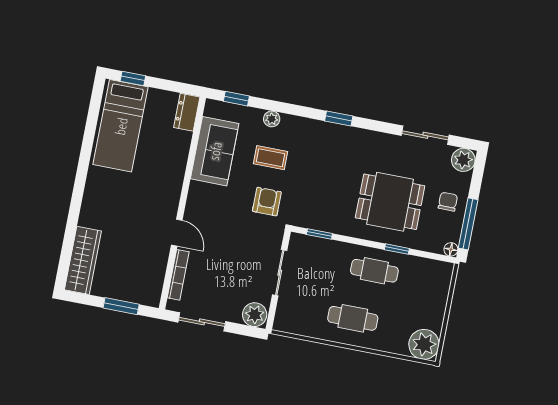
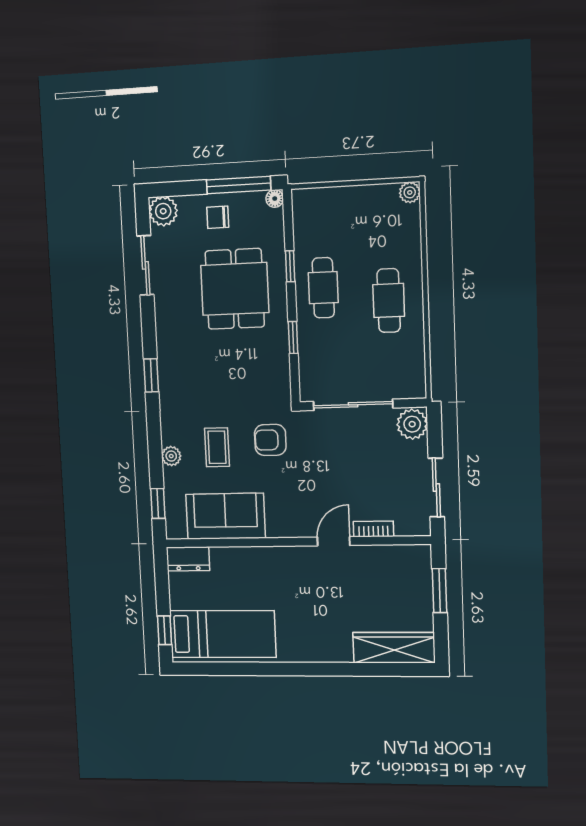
window: (319, 234) -> (293, 338), moved
sliding door: (280, 273) -> (353, 405), width x1.37
bookcase: (178, 275) -> (373, 529), width x0.64
plant: (424, 344) -> (410, 192), width x0.53, depth x0.53

